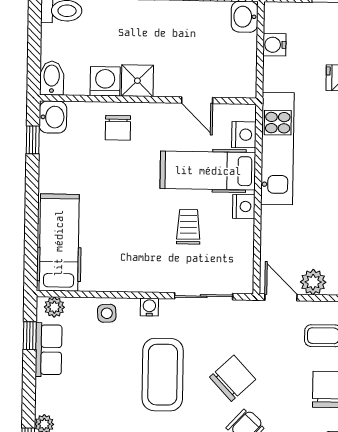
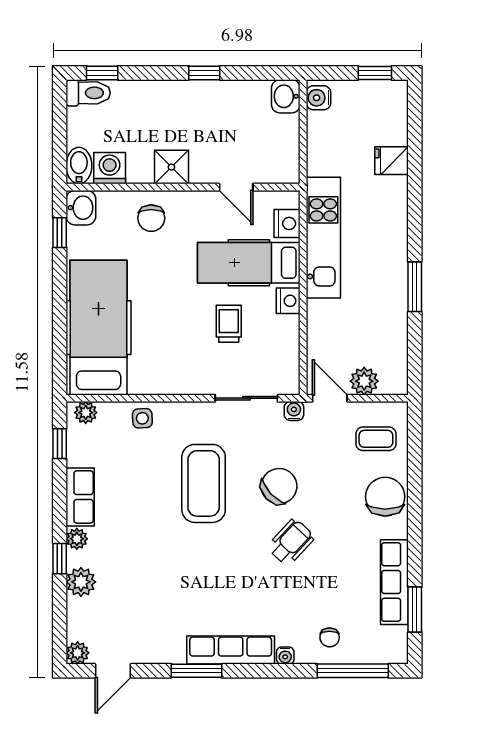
water cooler: (274, 45) -> (319, 98), moved
washing machine: (105, 81) -> (110, 168), moved
hospital bed: (59, 243) -> (99, 328), width x1.37, depth x1.29
water cooler: (149, 307) -> (294, 411), moved
row of seats: (49, 350) -> (80, 497), moved

